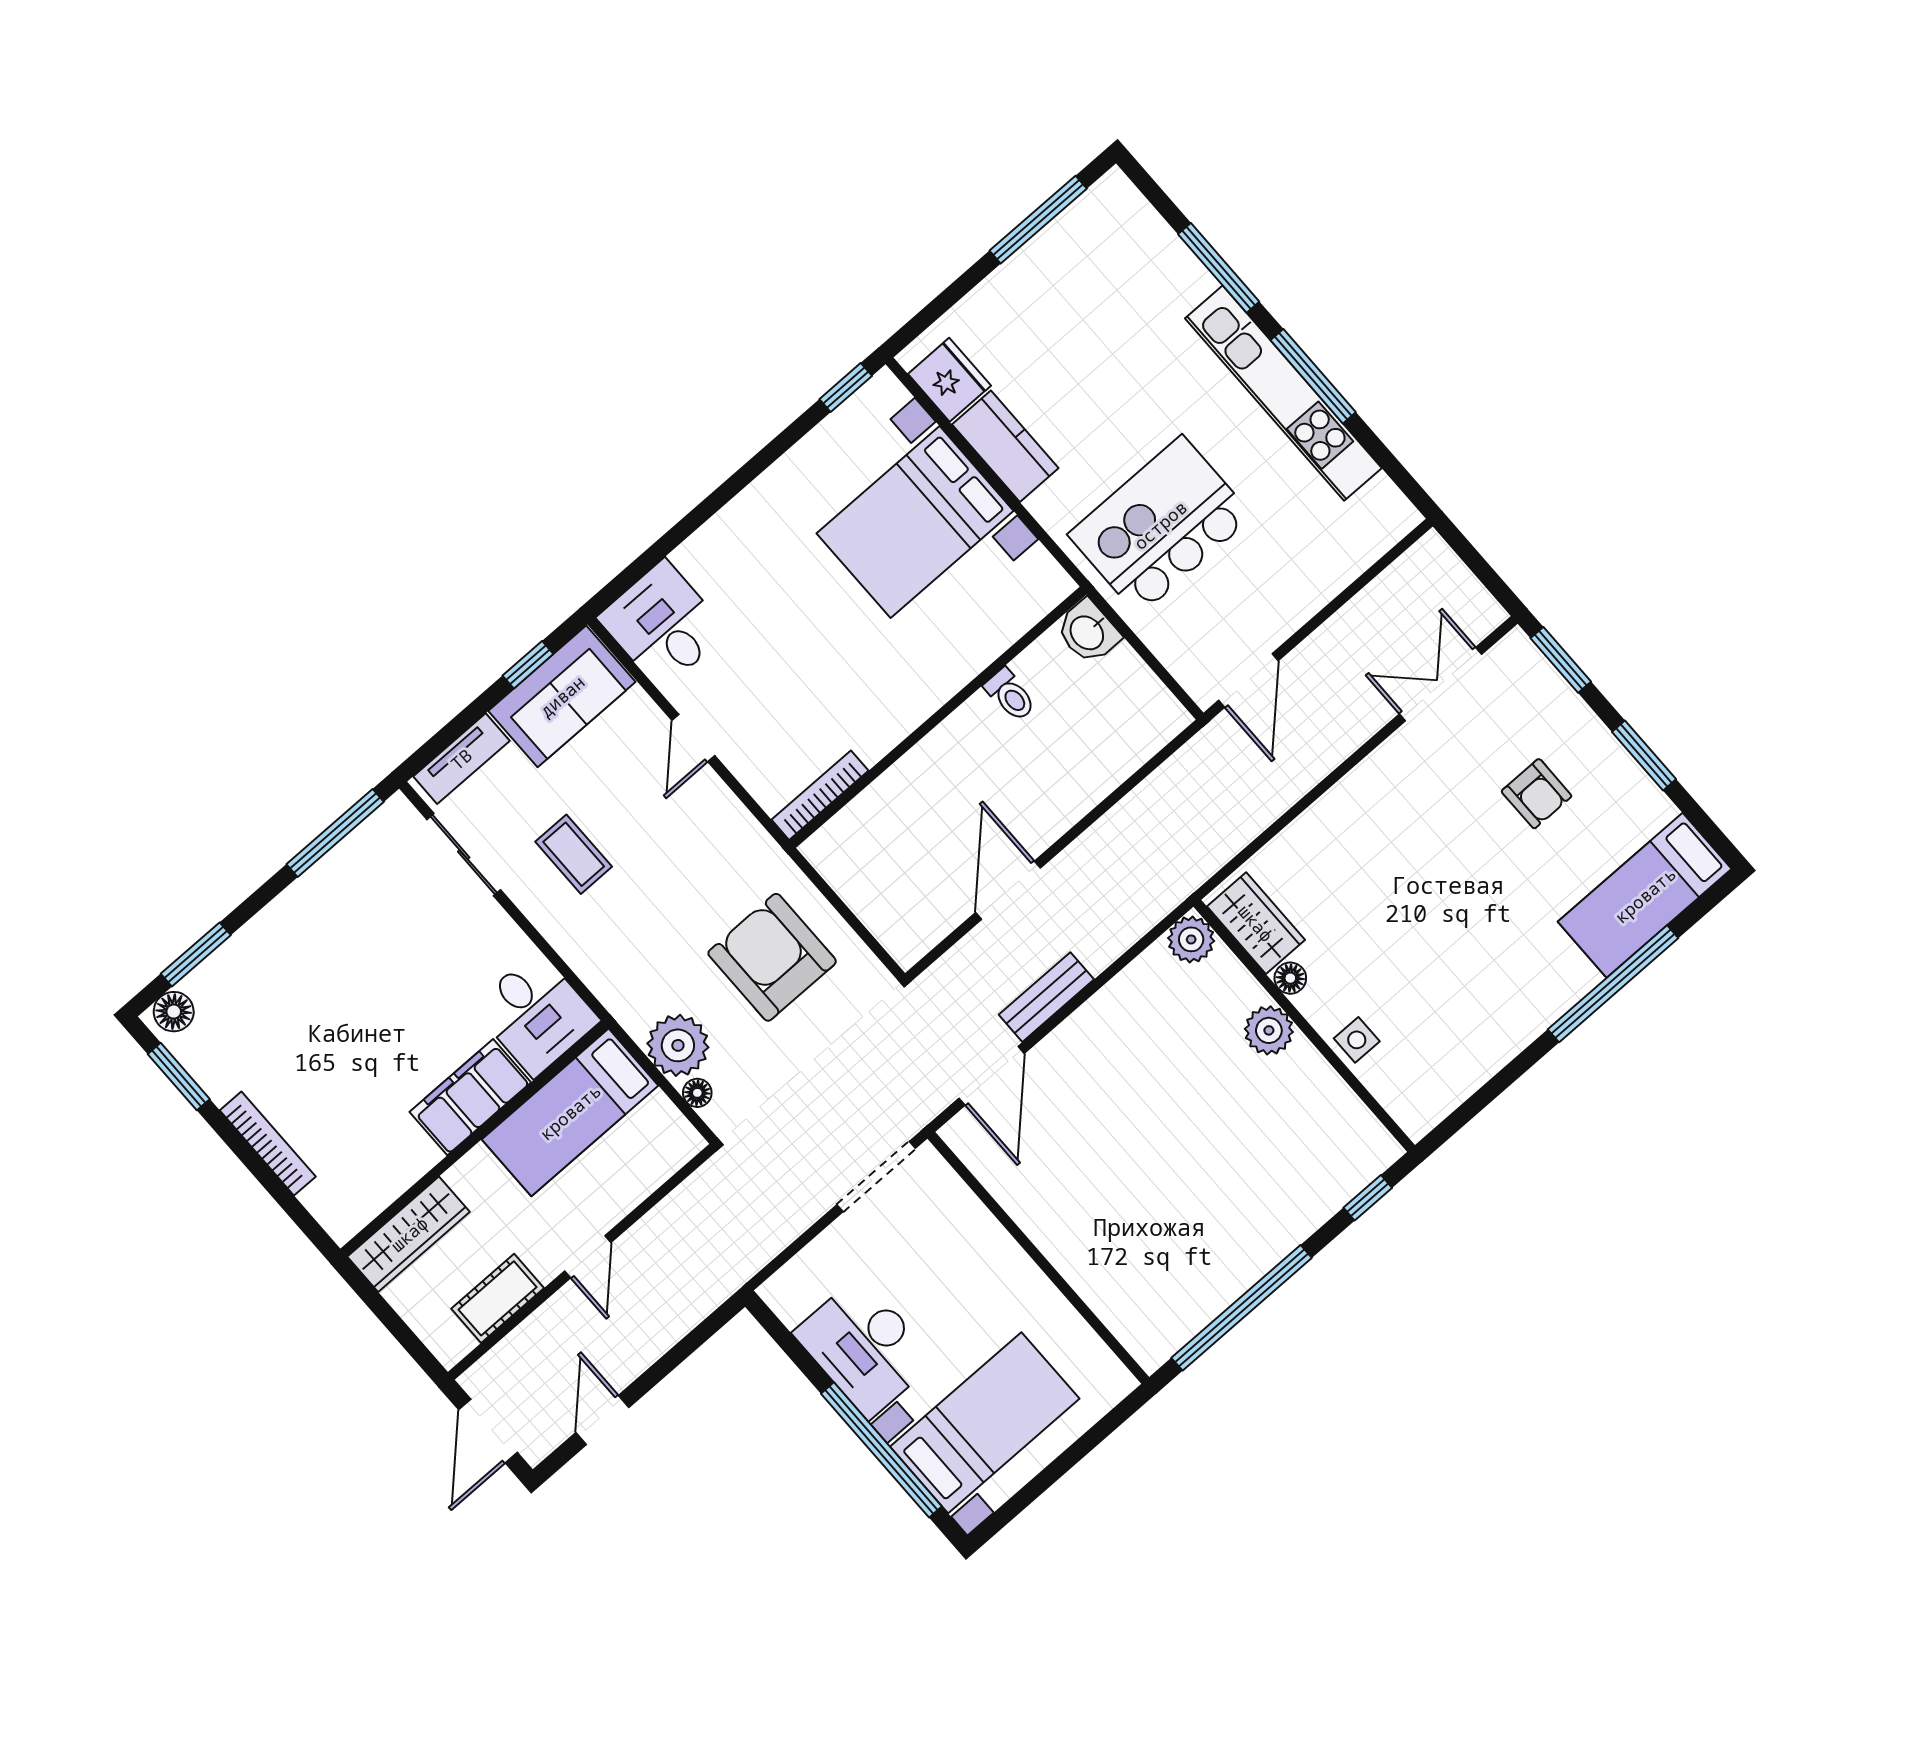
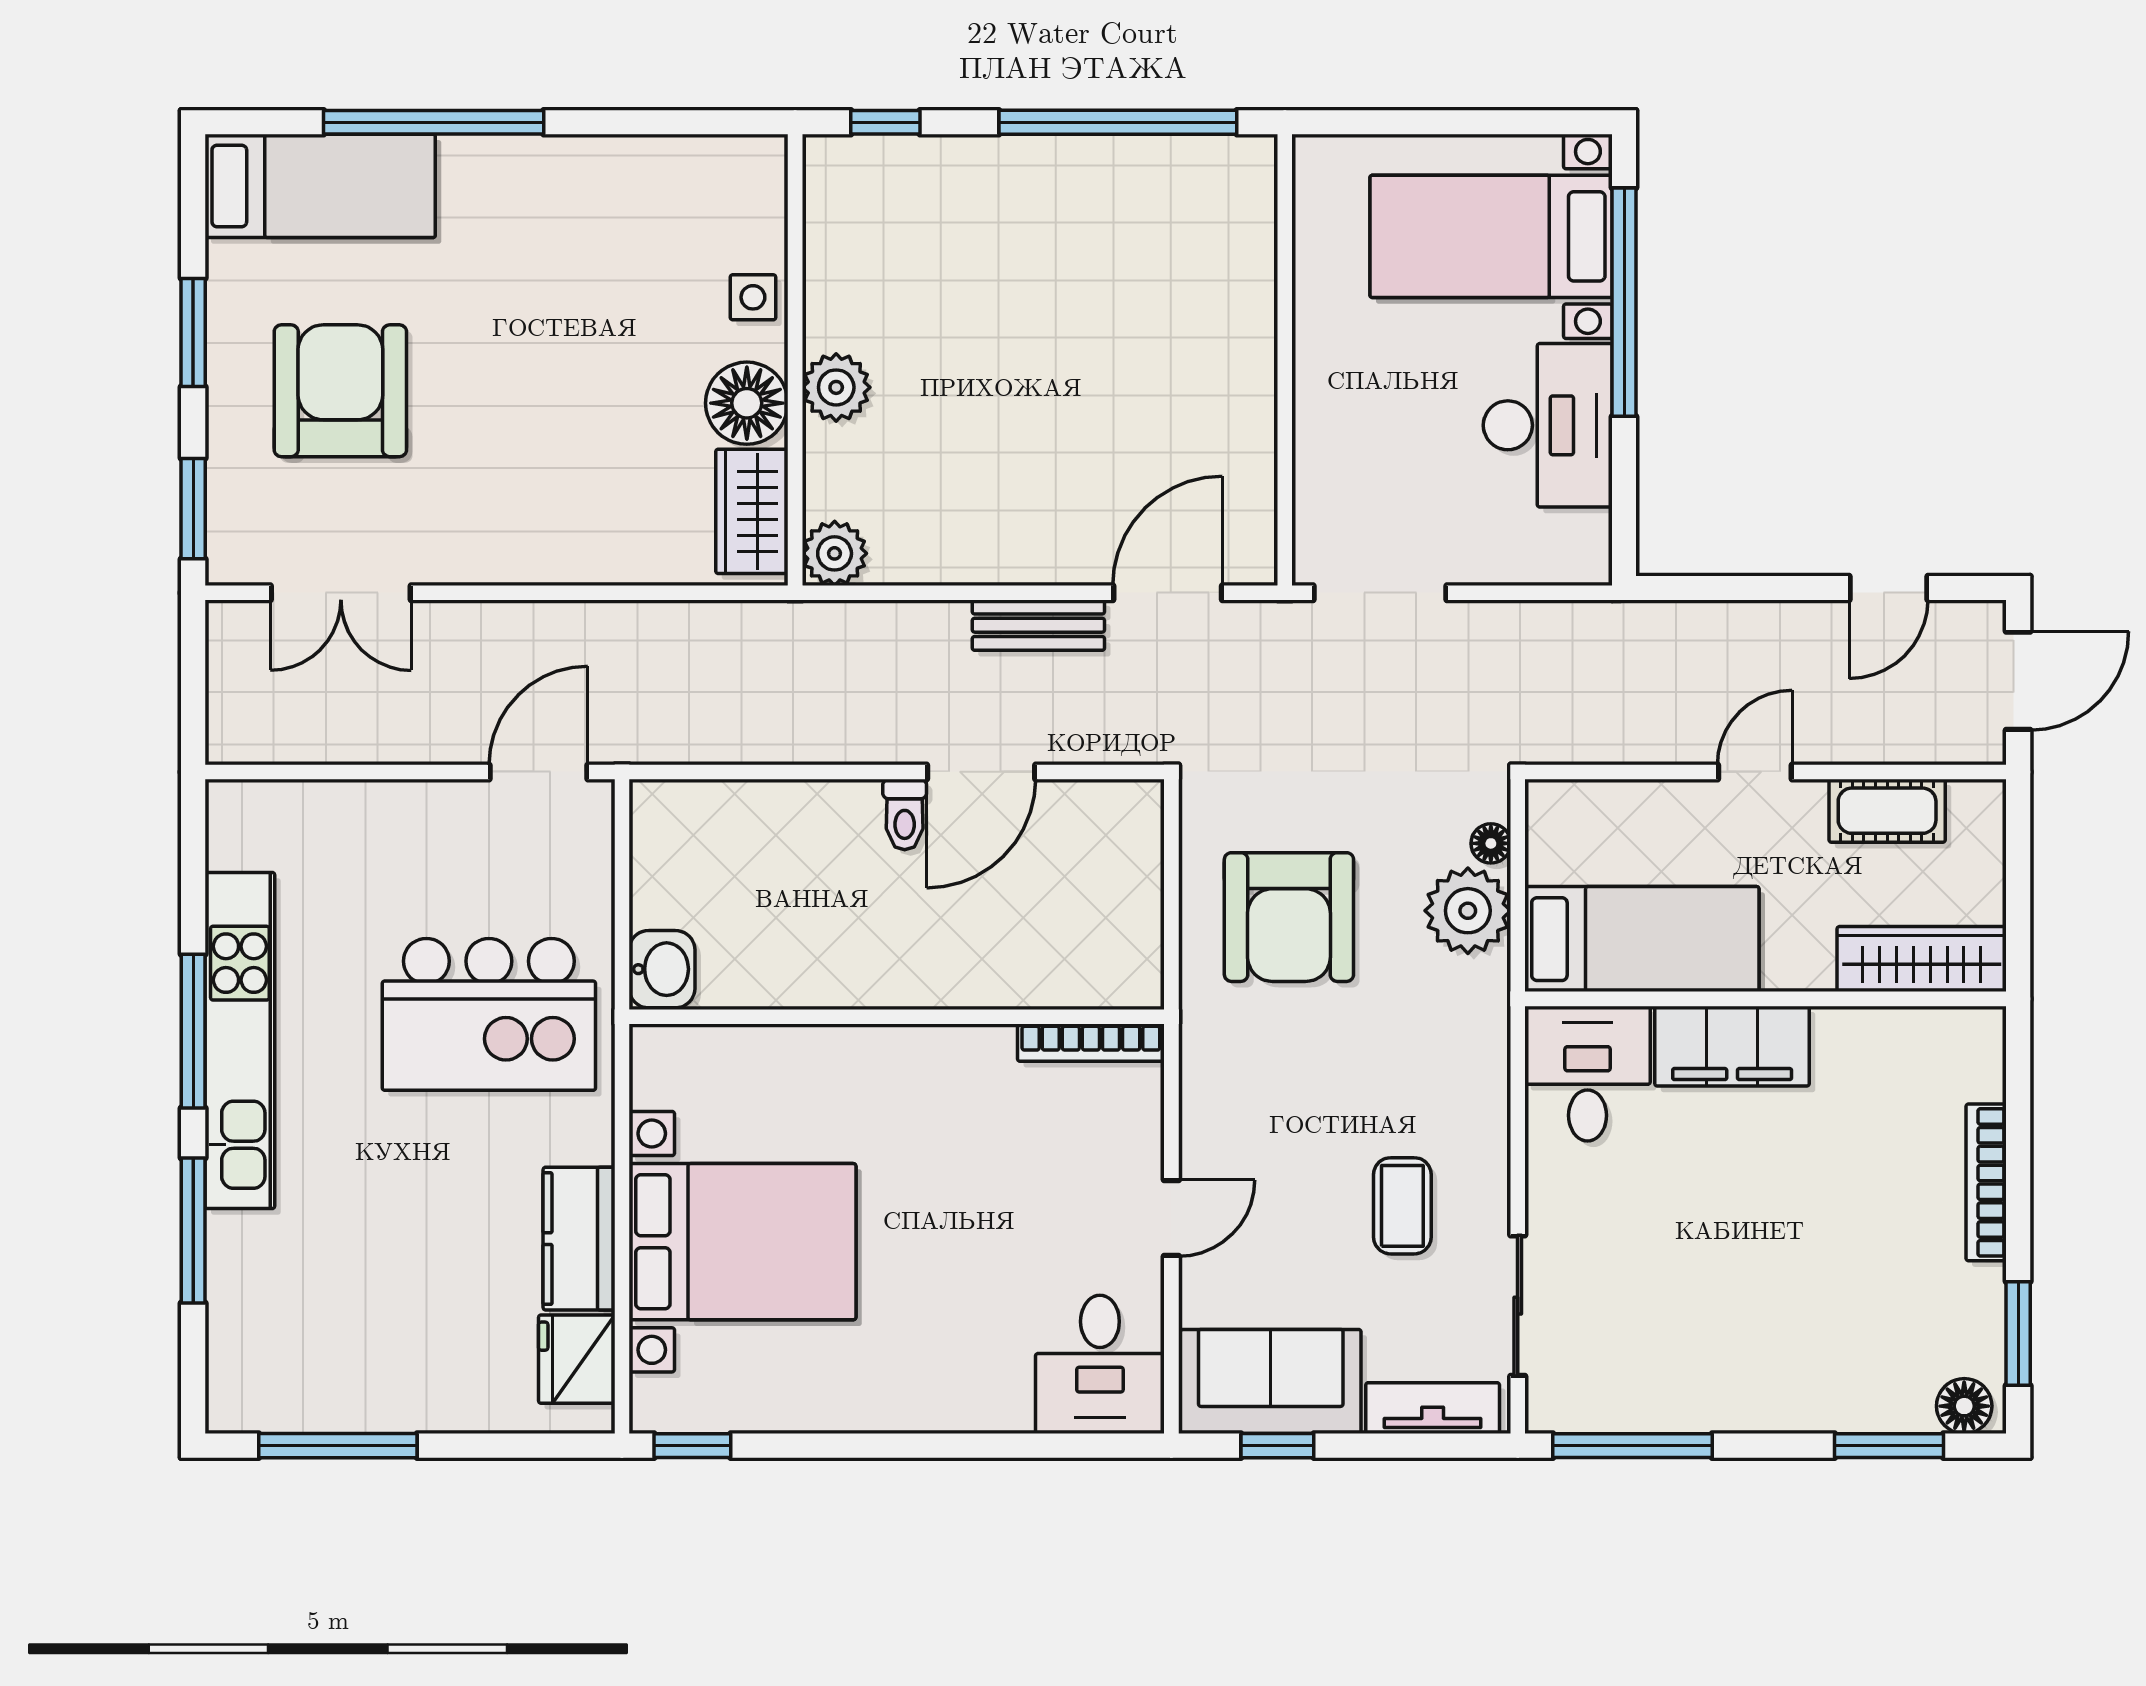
toilet: (1010, 695) -> (905, 815), moved, turned 180
armchair: (1537, 794) -> (340, 391), width x1.88, depth x1.88
floor lamp: (1290, 978) -> (747, 403), width x1.89, depth x1.89

